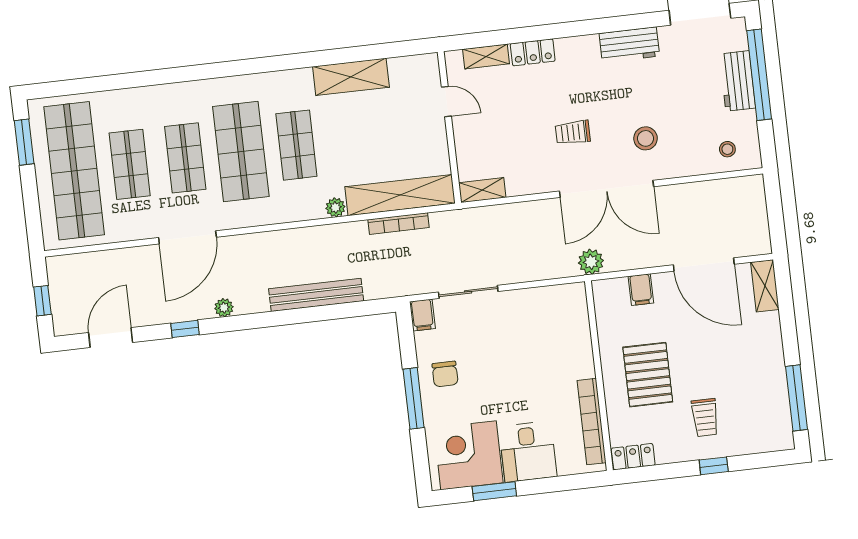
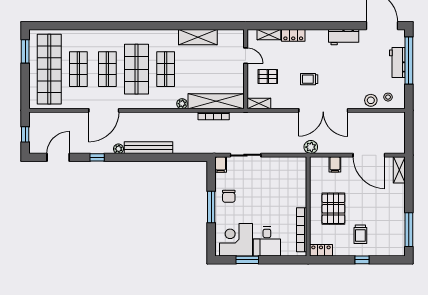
pallet: (493, 137) -> (268, 77), added
stool: (646, 138) -> (371, 100), moved
bench: (316, 295) -> (149, 148), moved

